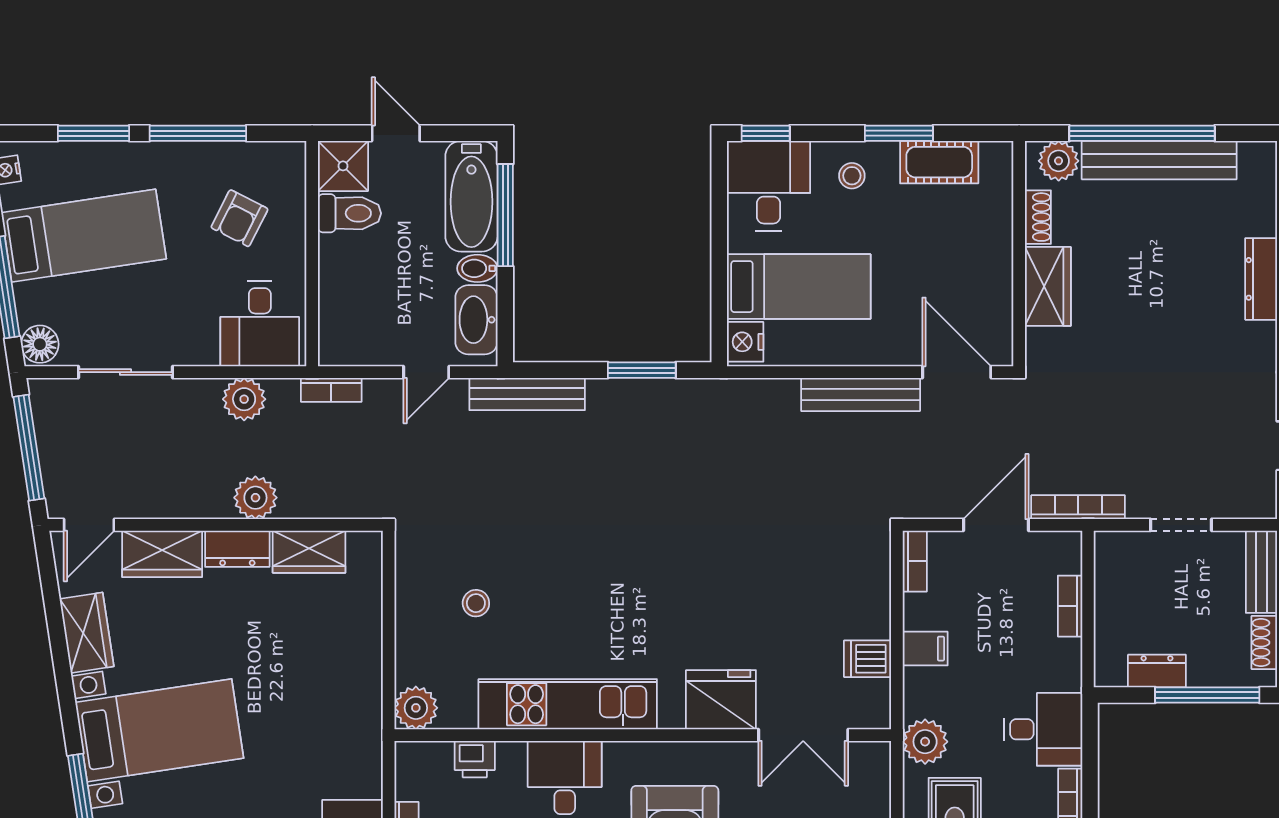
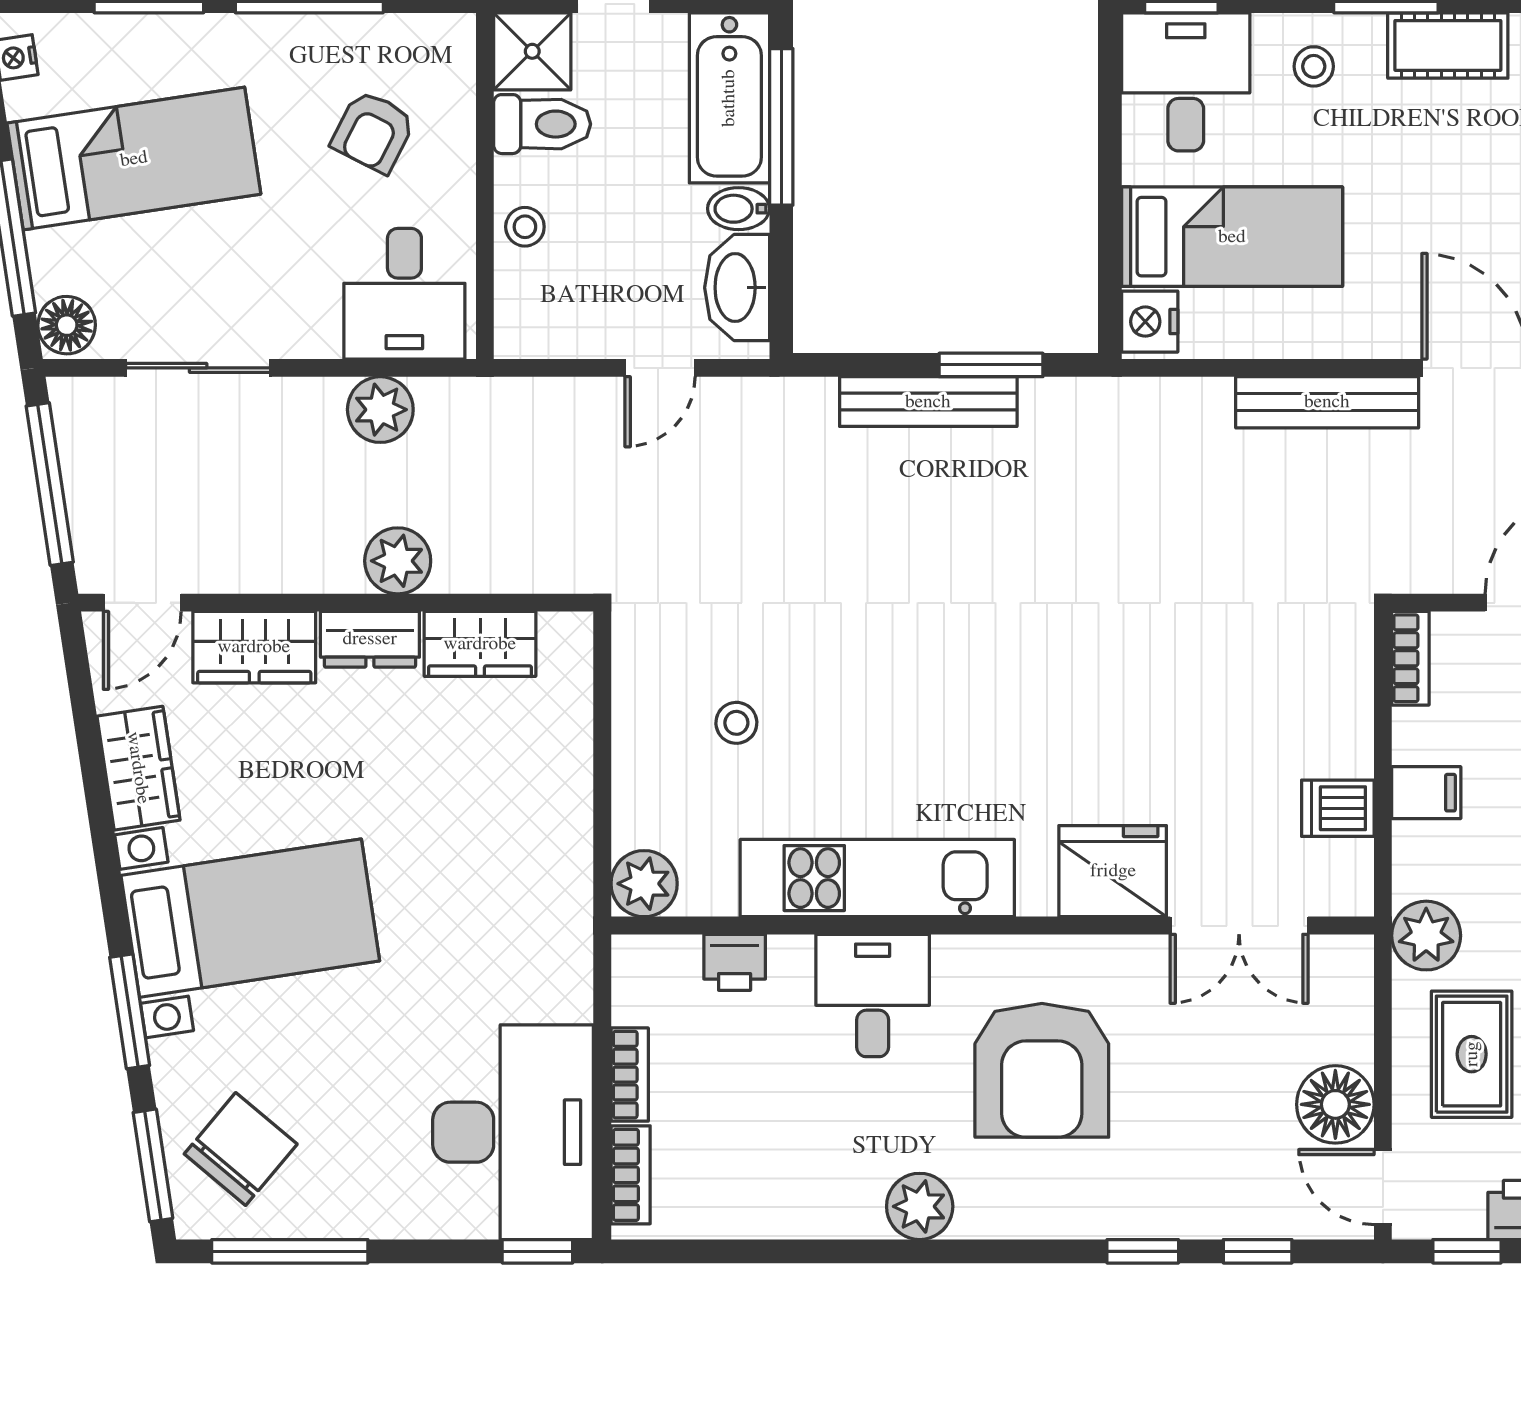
stool: (338, 280) -> (525, 227), added
bookcase: (331, 390) -> (514, 395), removed
bench: (527, 394) -> (928, 402), moved

